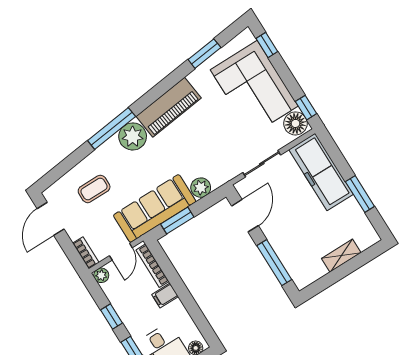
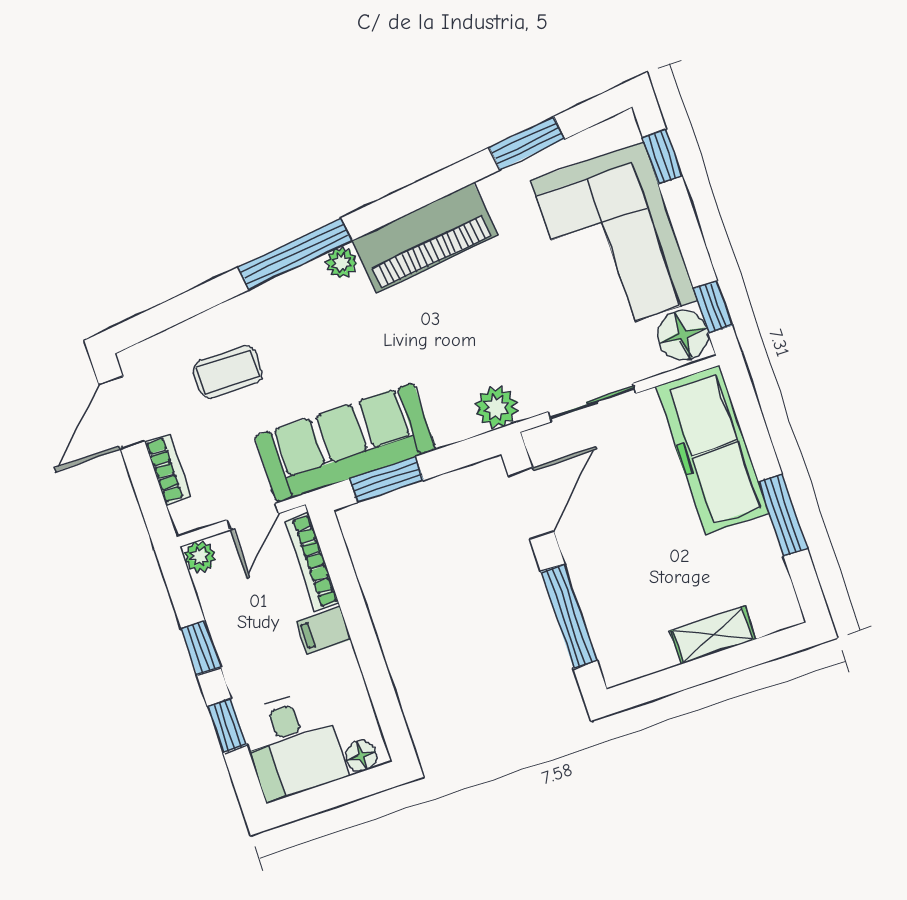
plant: (133, 136) -> (341, 263), width x0.53, depth x0.53
plant: (201, 188) -> (496, 407), moved
bookcase: (86, 253) -> (168, 469), moved

